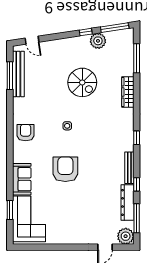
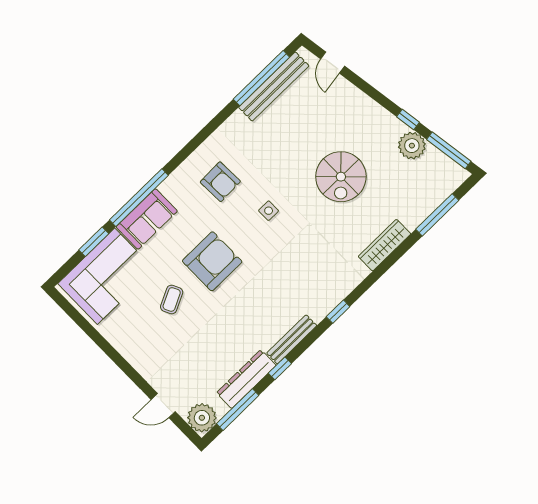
window: (10, 76) -> (261, 78), width x1.46
armchair: (26, 133) -> (220, 182), moved, turned 88
window: (10, 174) -> (139, 198), added
coffee table: (65, 201) -> (172, 299), added

